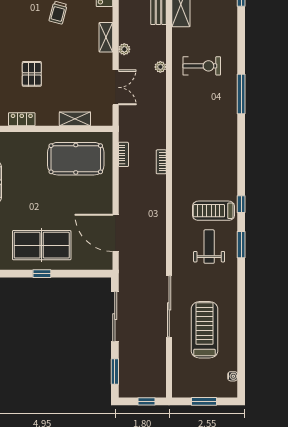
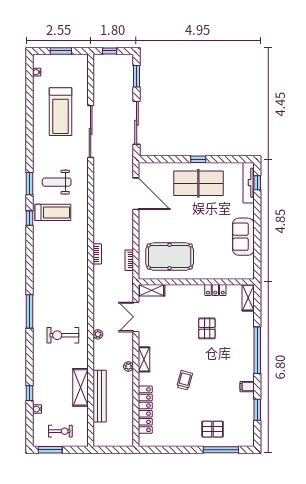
plant: (124, 49) -> (128, 367), moved
shelving: (75, 119) -> (152, 290), moved
weight bench: (209, 247) -> (57, 182), turned 90

